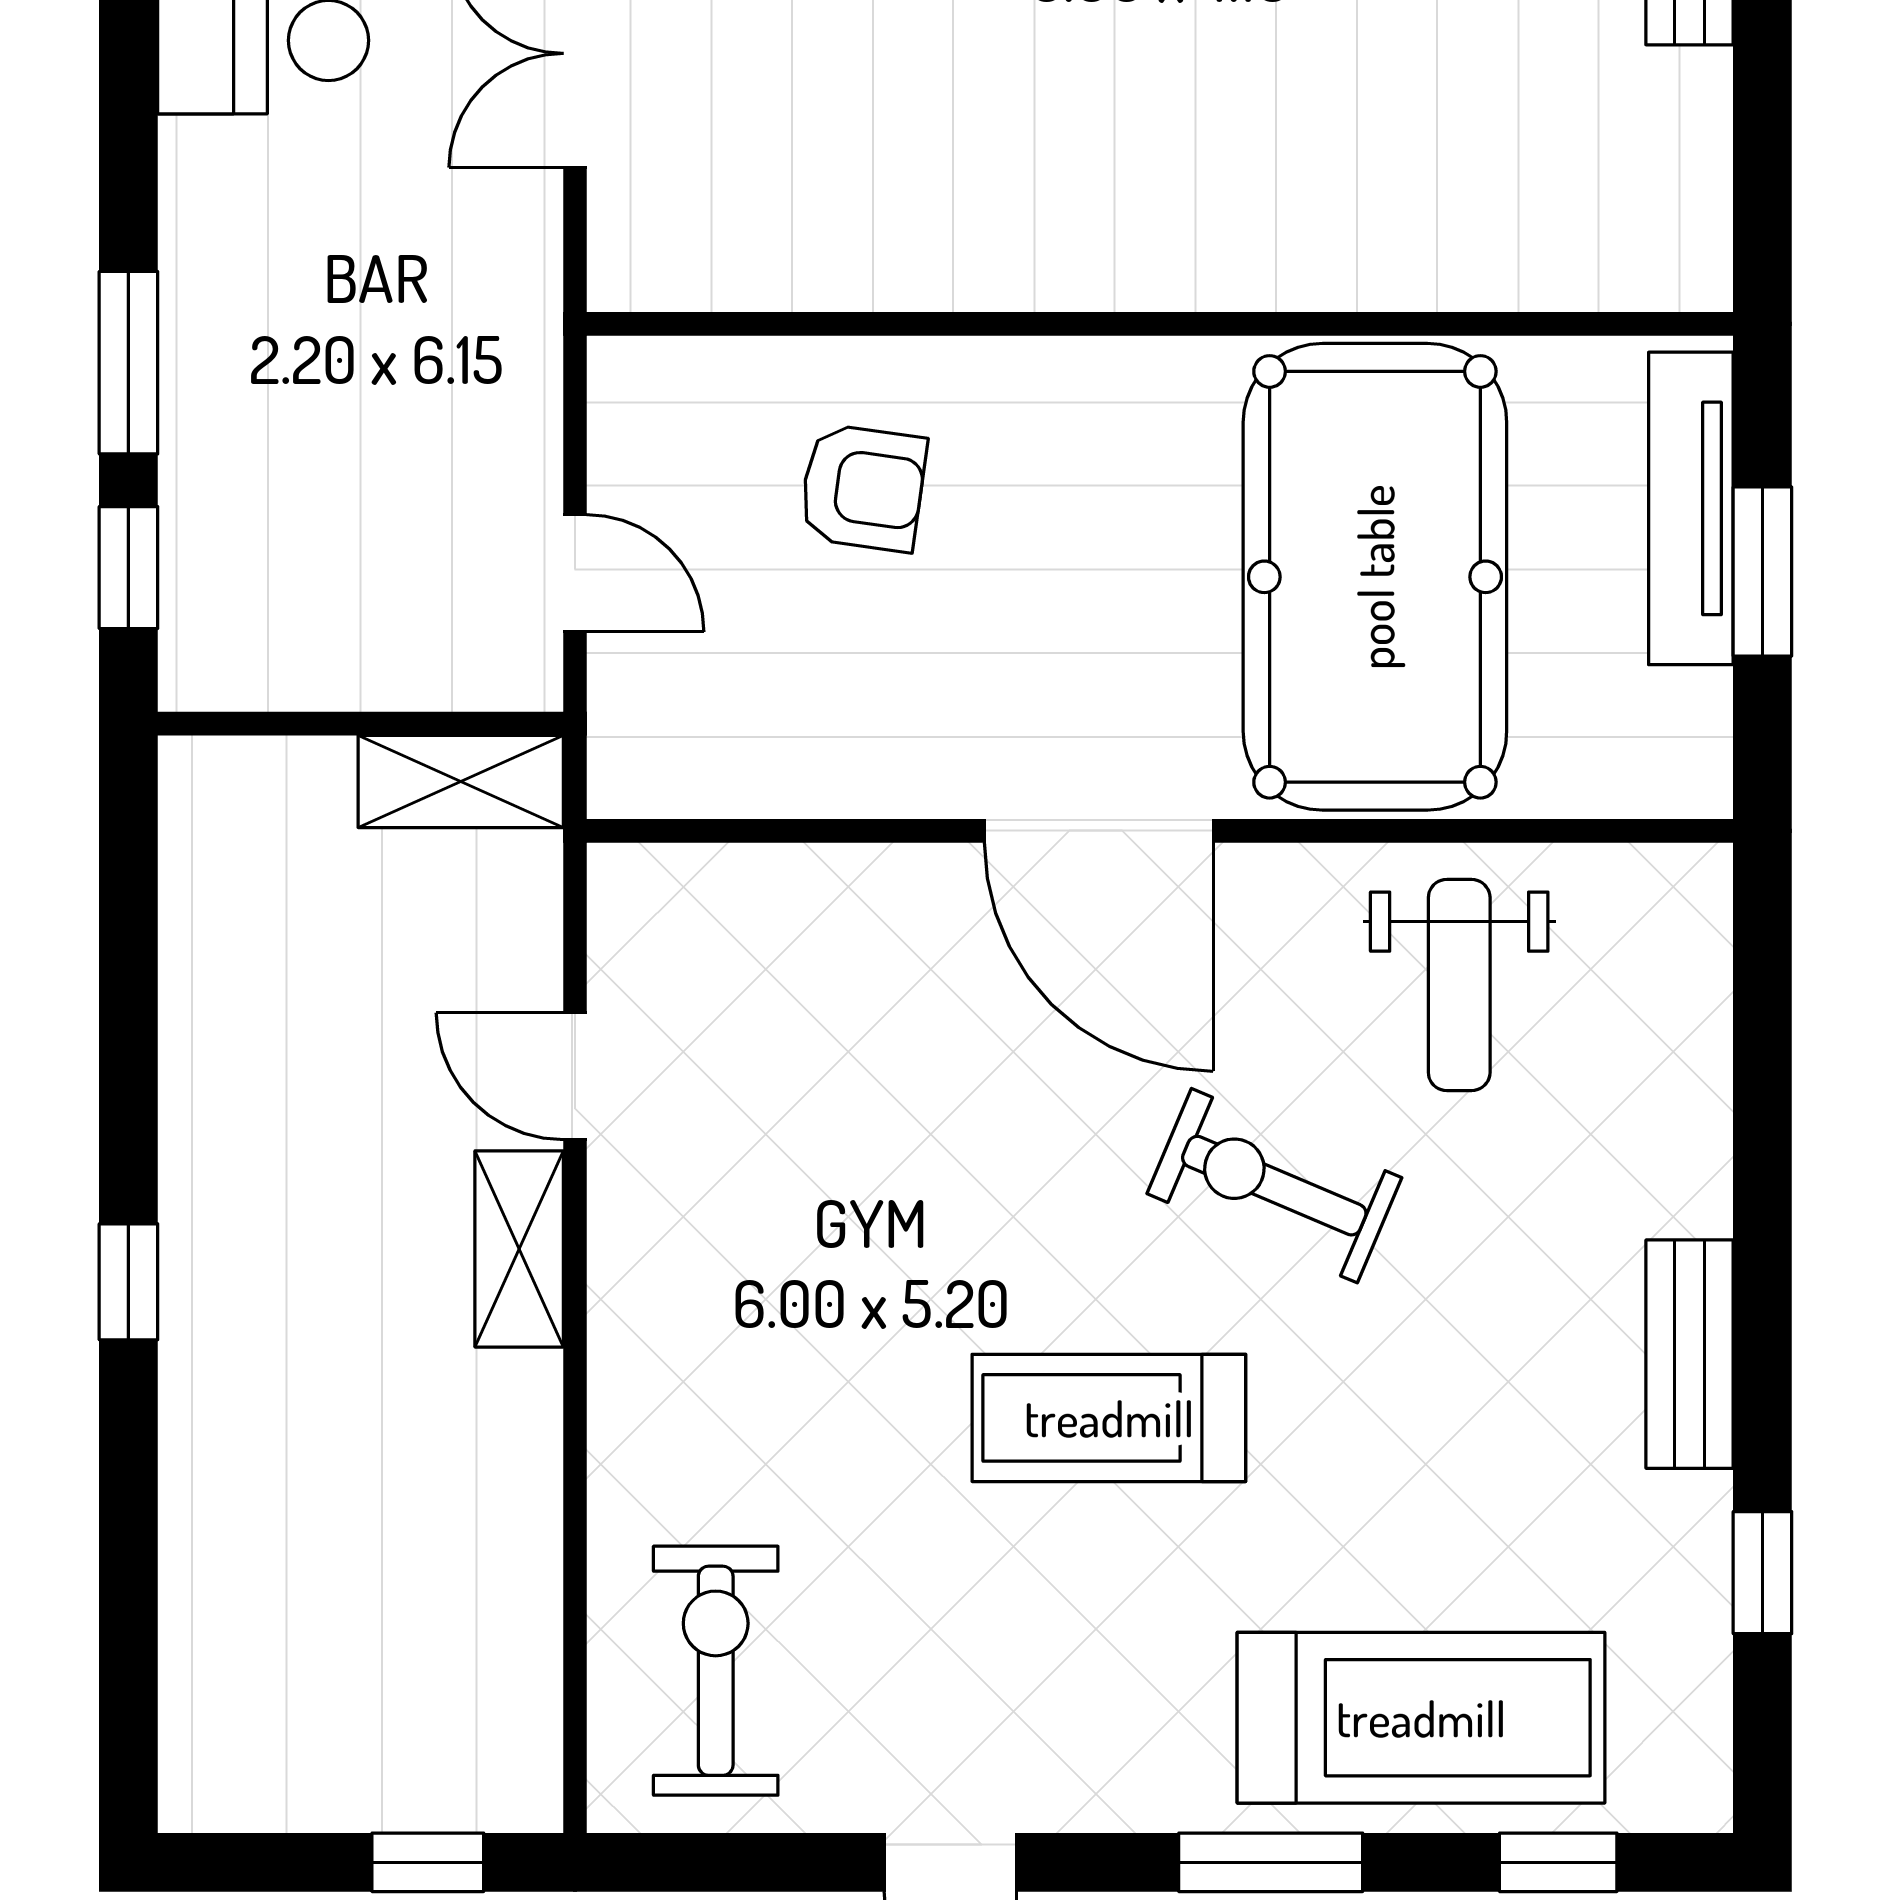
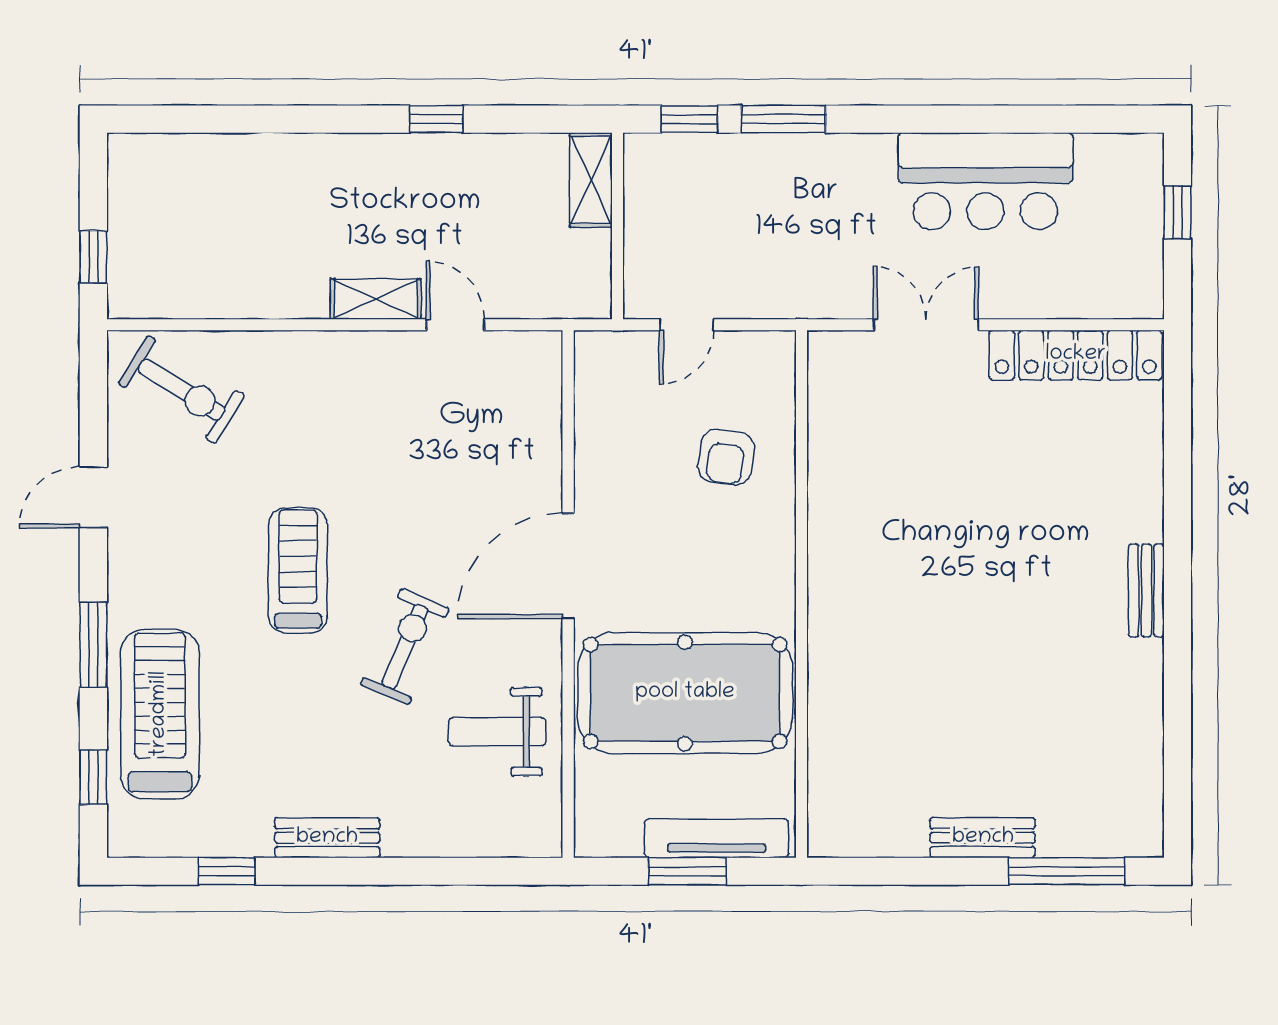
shelving: (461, 781) -> (591, 180), moved
door: (575, 1076) -> (455, 325), hinge flipped
window: (128, 1282) -> (436, 119), moved
exercise bike: (716, 1671) -> (182, 389), turned 32
treadmill: (1421, 1718) -> (160, 714), turned 180

